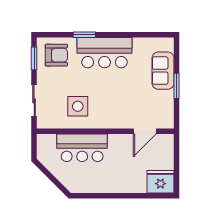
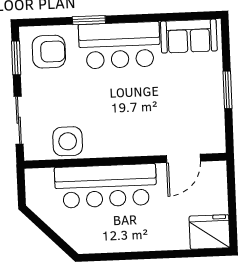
sofa: (163, 71) -> (189, 36), moved, turned -90
side table: (78, 106) -> (68, 141), moved
bar counter: (82, 148) -> (106, 186), width x1.36

